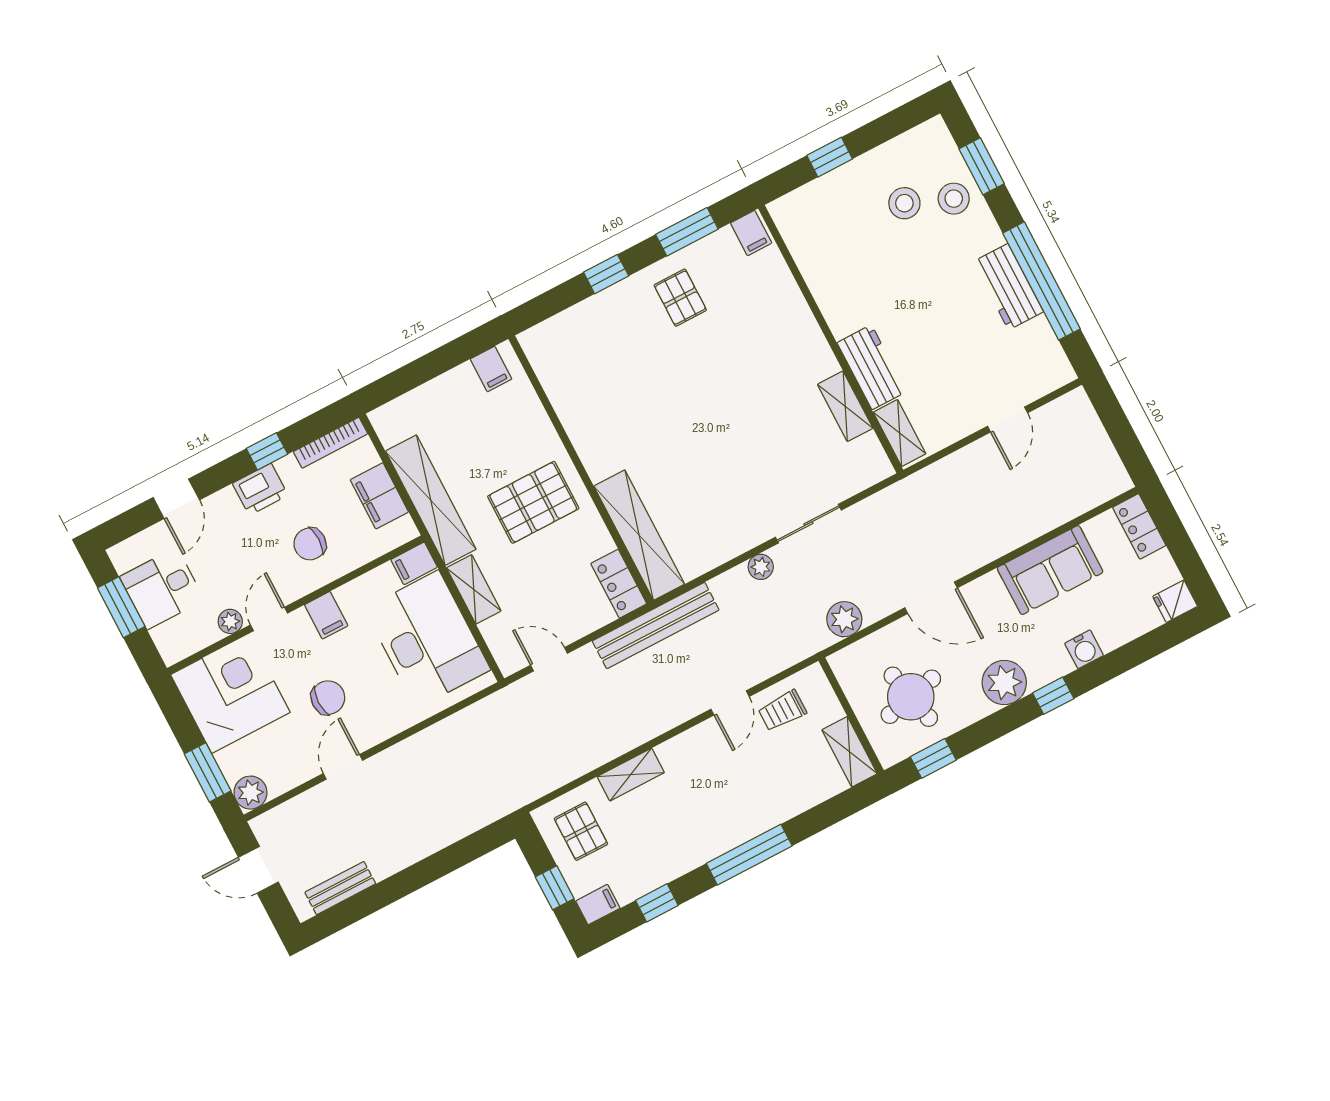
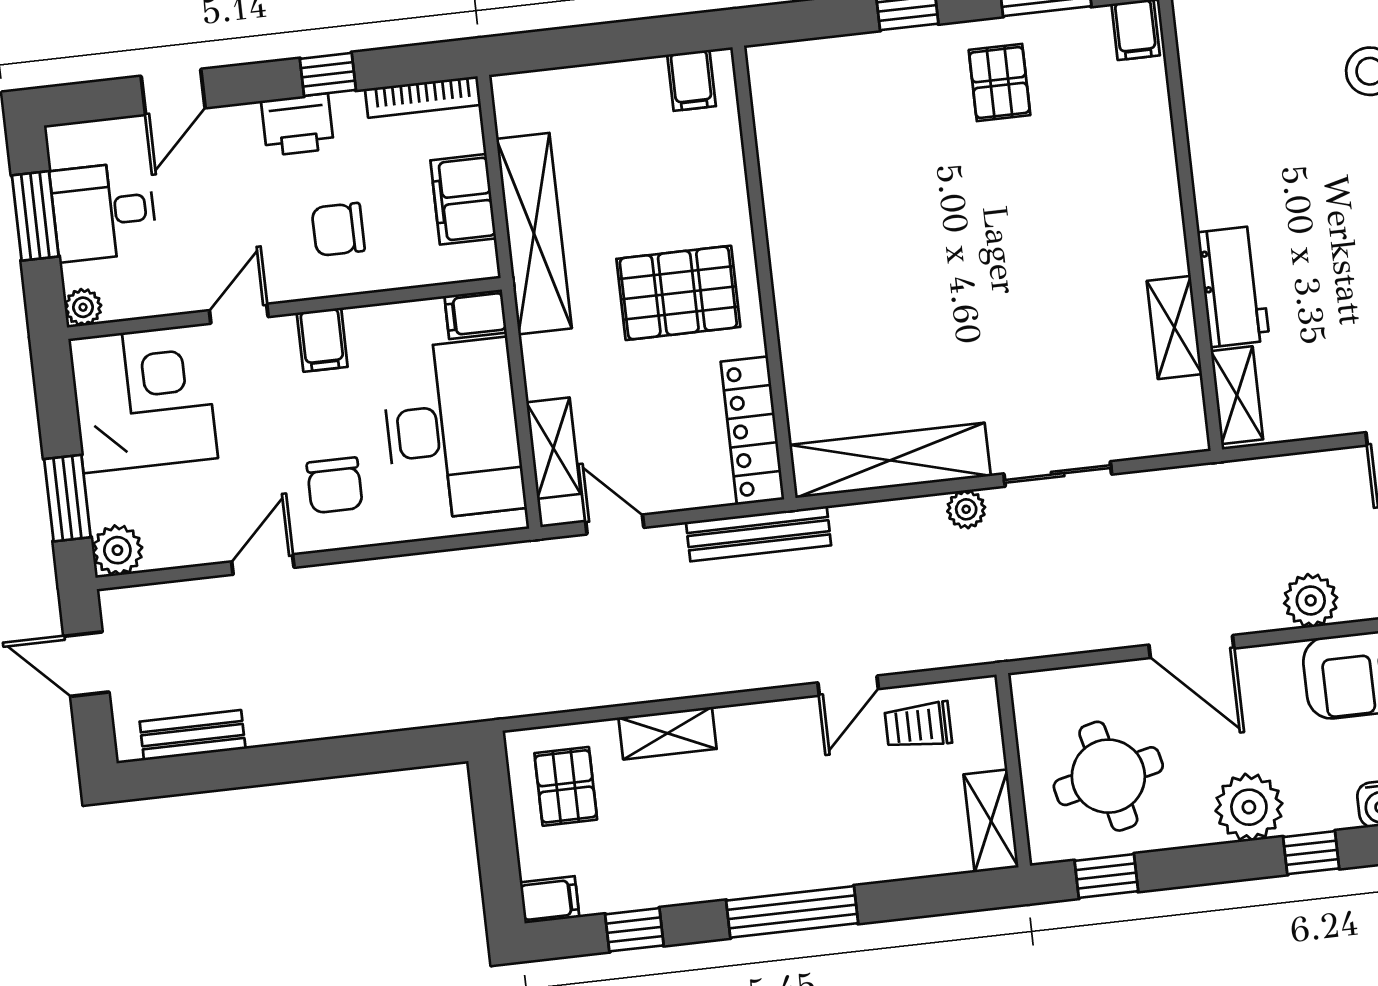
shelving: (639, 535) -> (890, 460), moved, turned 90
locker: (619, 584) -> (752, 431), width x1.53
shelving: (474, 589) -> (553, 448), moved
plant: (844, 619) -> (1311, 600), moved
plant: (230, 621) -> (83, 307), moved
bench: (656, 625) -> (758, 534), width x0.73, depth x0.82
chair: (328, 698) -> (335, 485), moved, turned 90
window: (555, 888) -> (498, 852), removed

